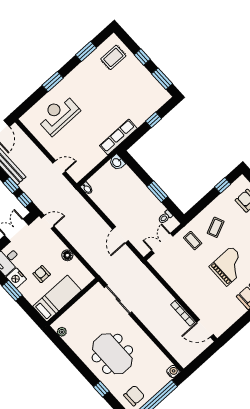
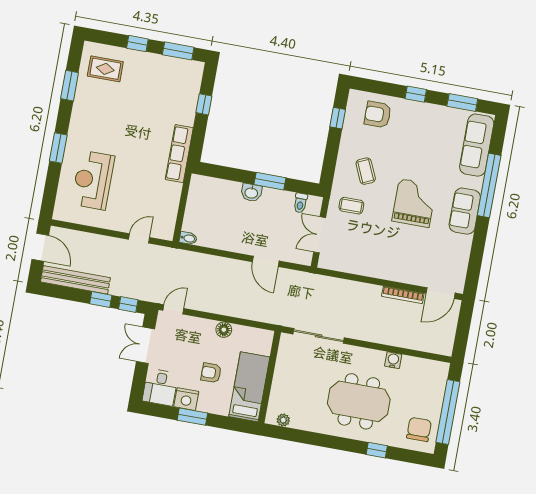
rug: (113, 57) -> (105, 69), turned 90
washbasin: (117, 162) -> (251, 193), moved
water cooler: (173, 371) -> (393, 360), moved

